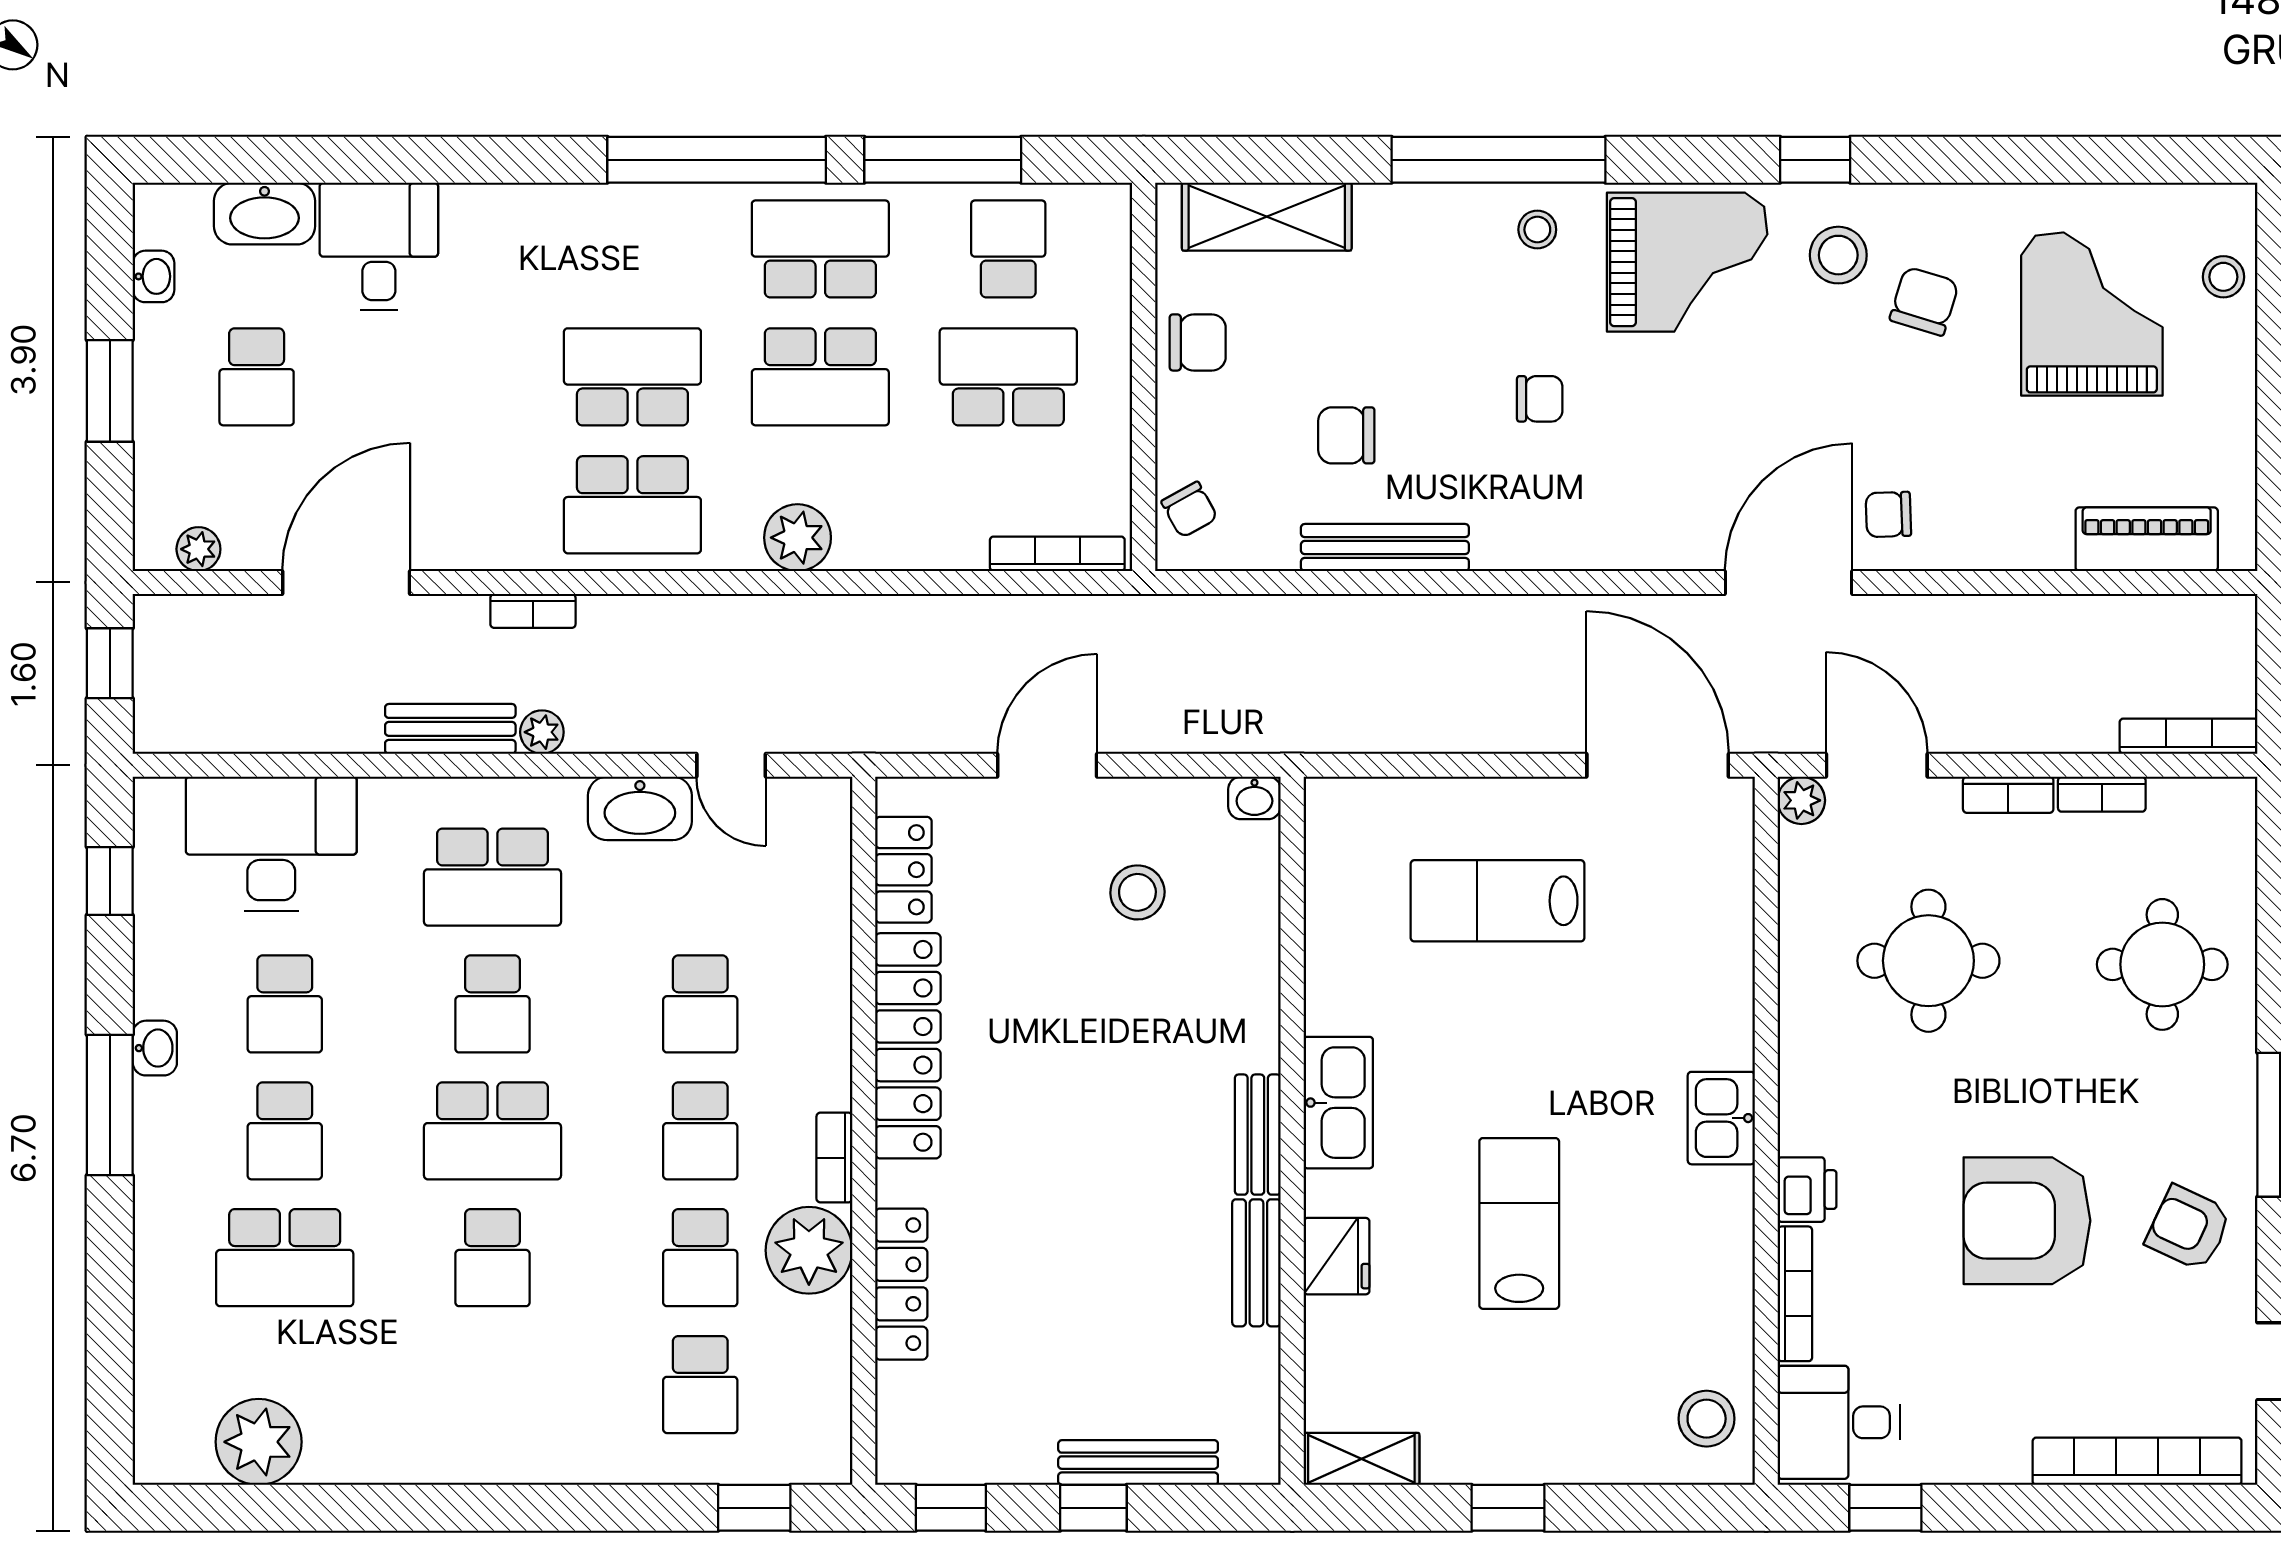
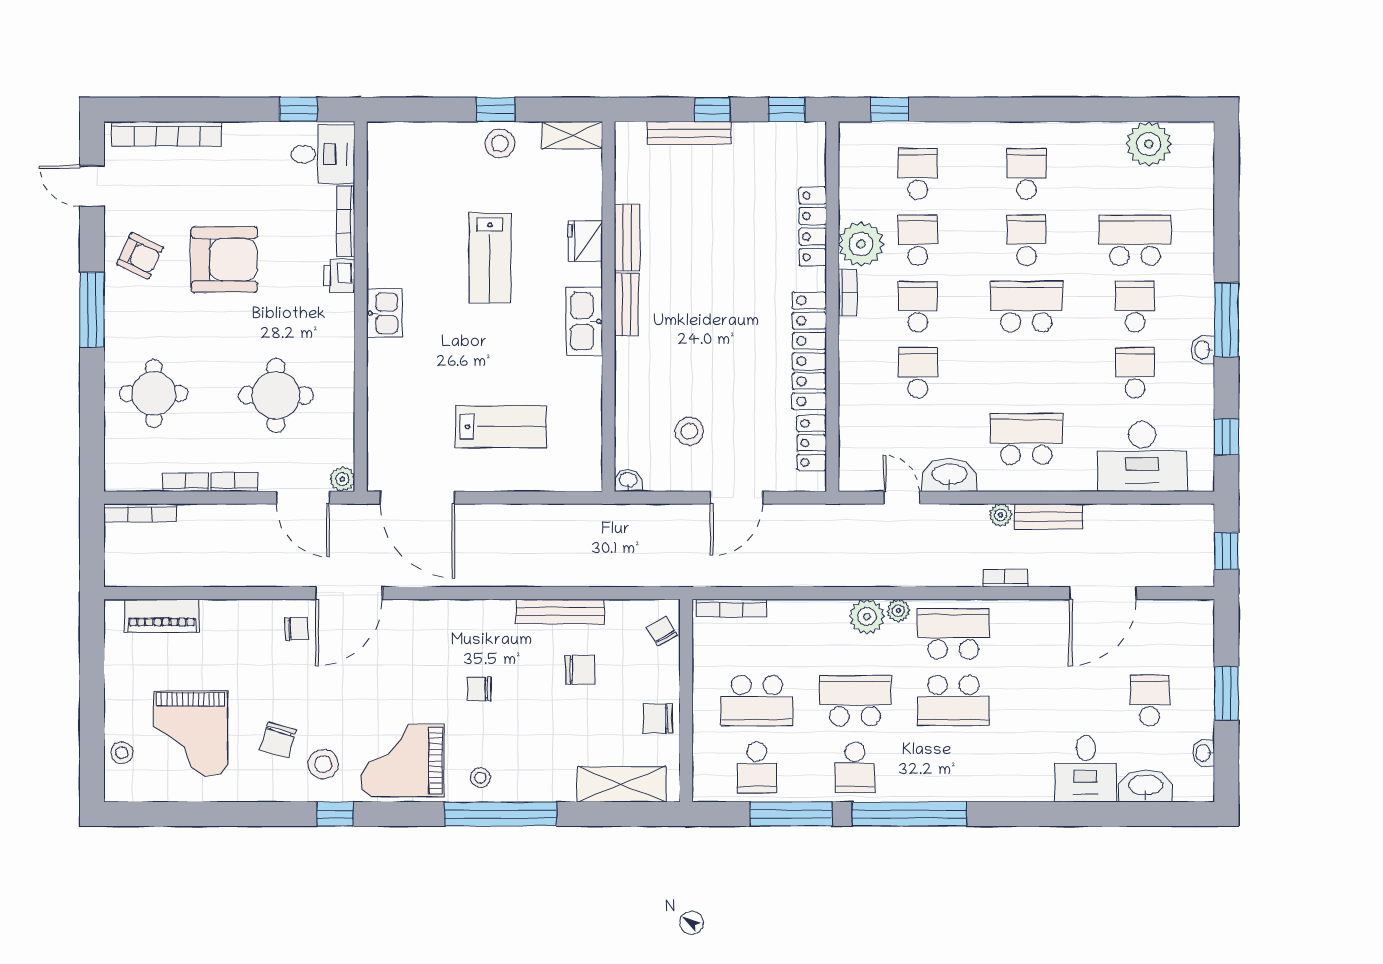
school desk: (820, 249) -> (855, 767), width x0.54
plant: (198, 549) -> (898, 611), moved
school desk: (492, 1004) -> (1026, 174), moved
stool: (1707, 1419) -> (500, 143), moved

